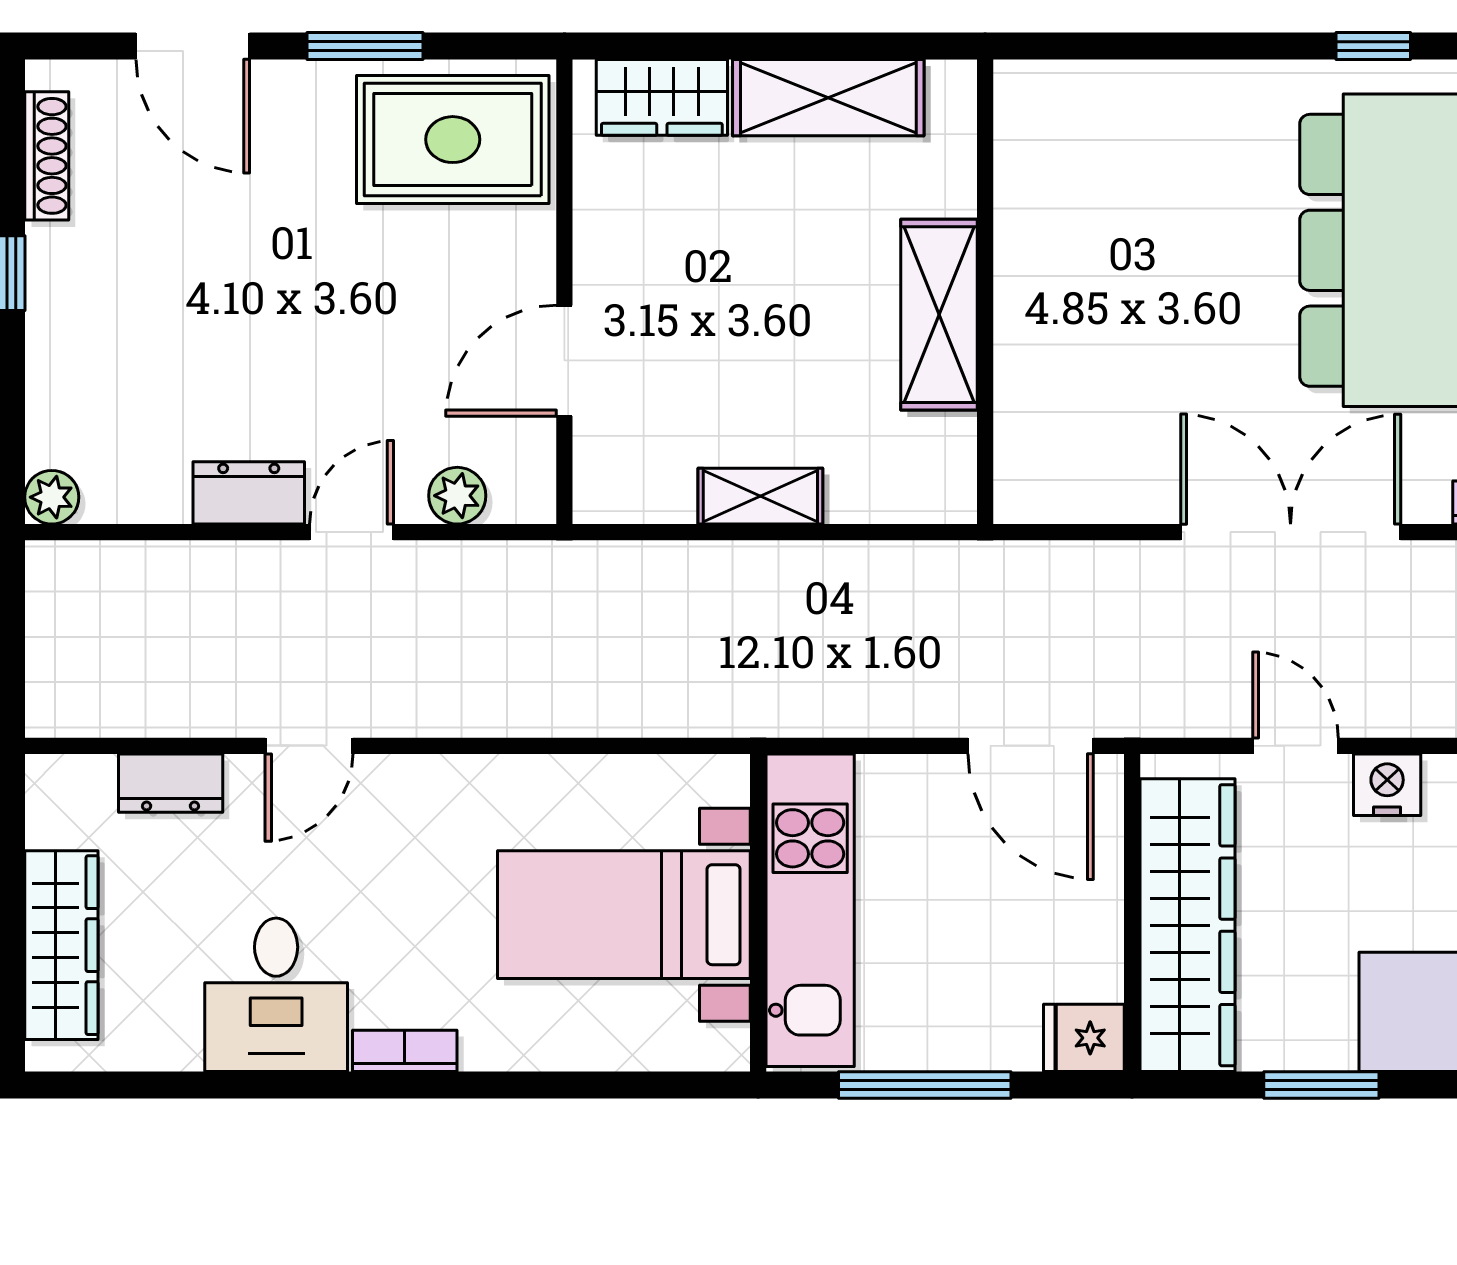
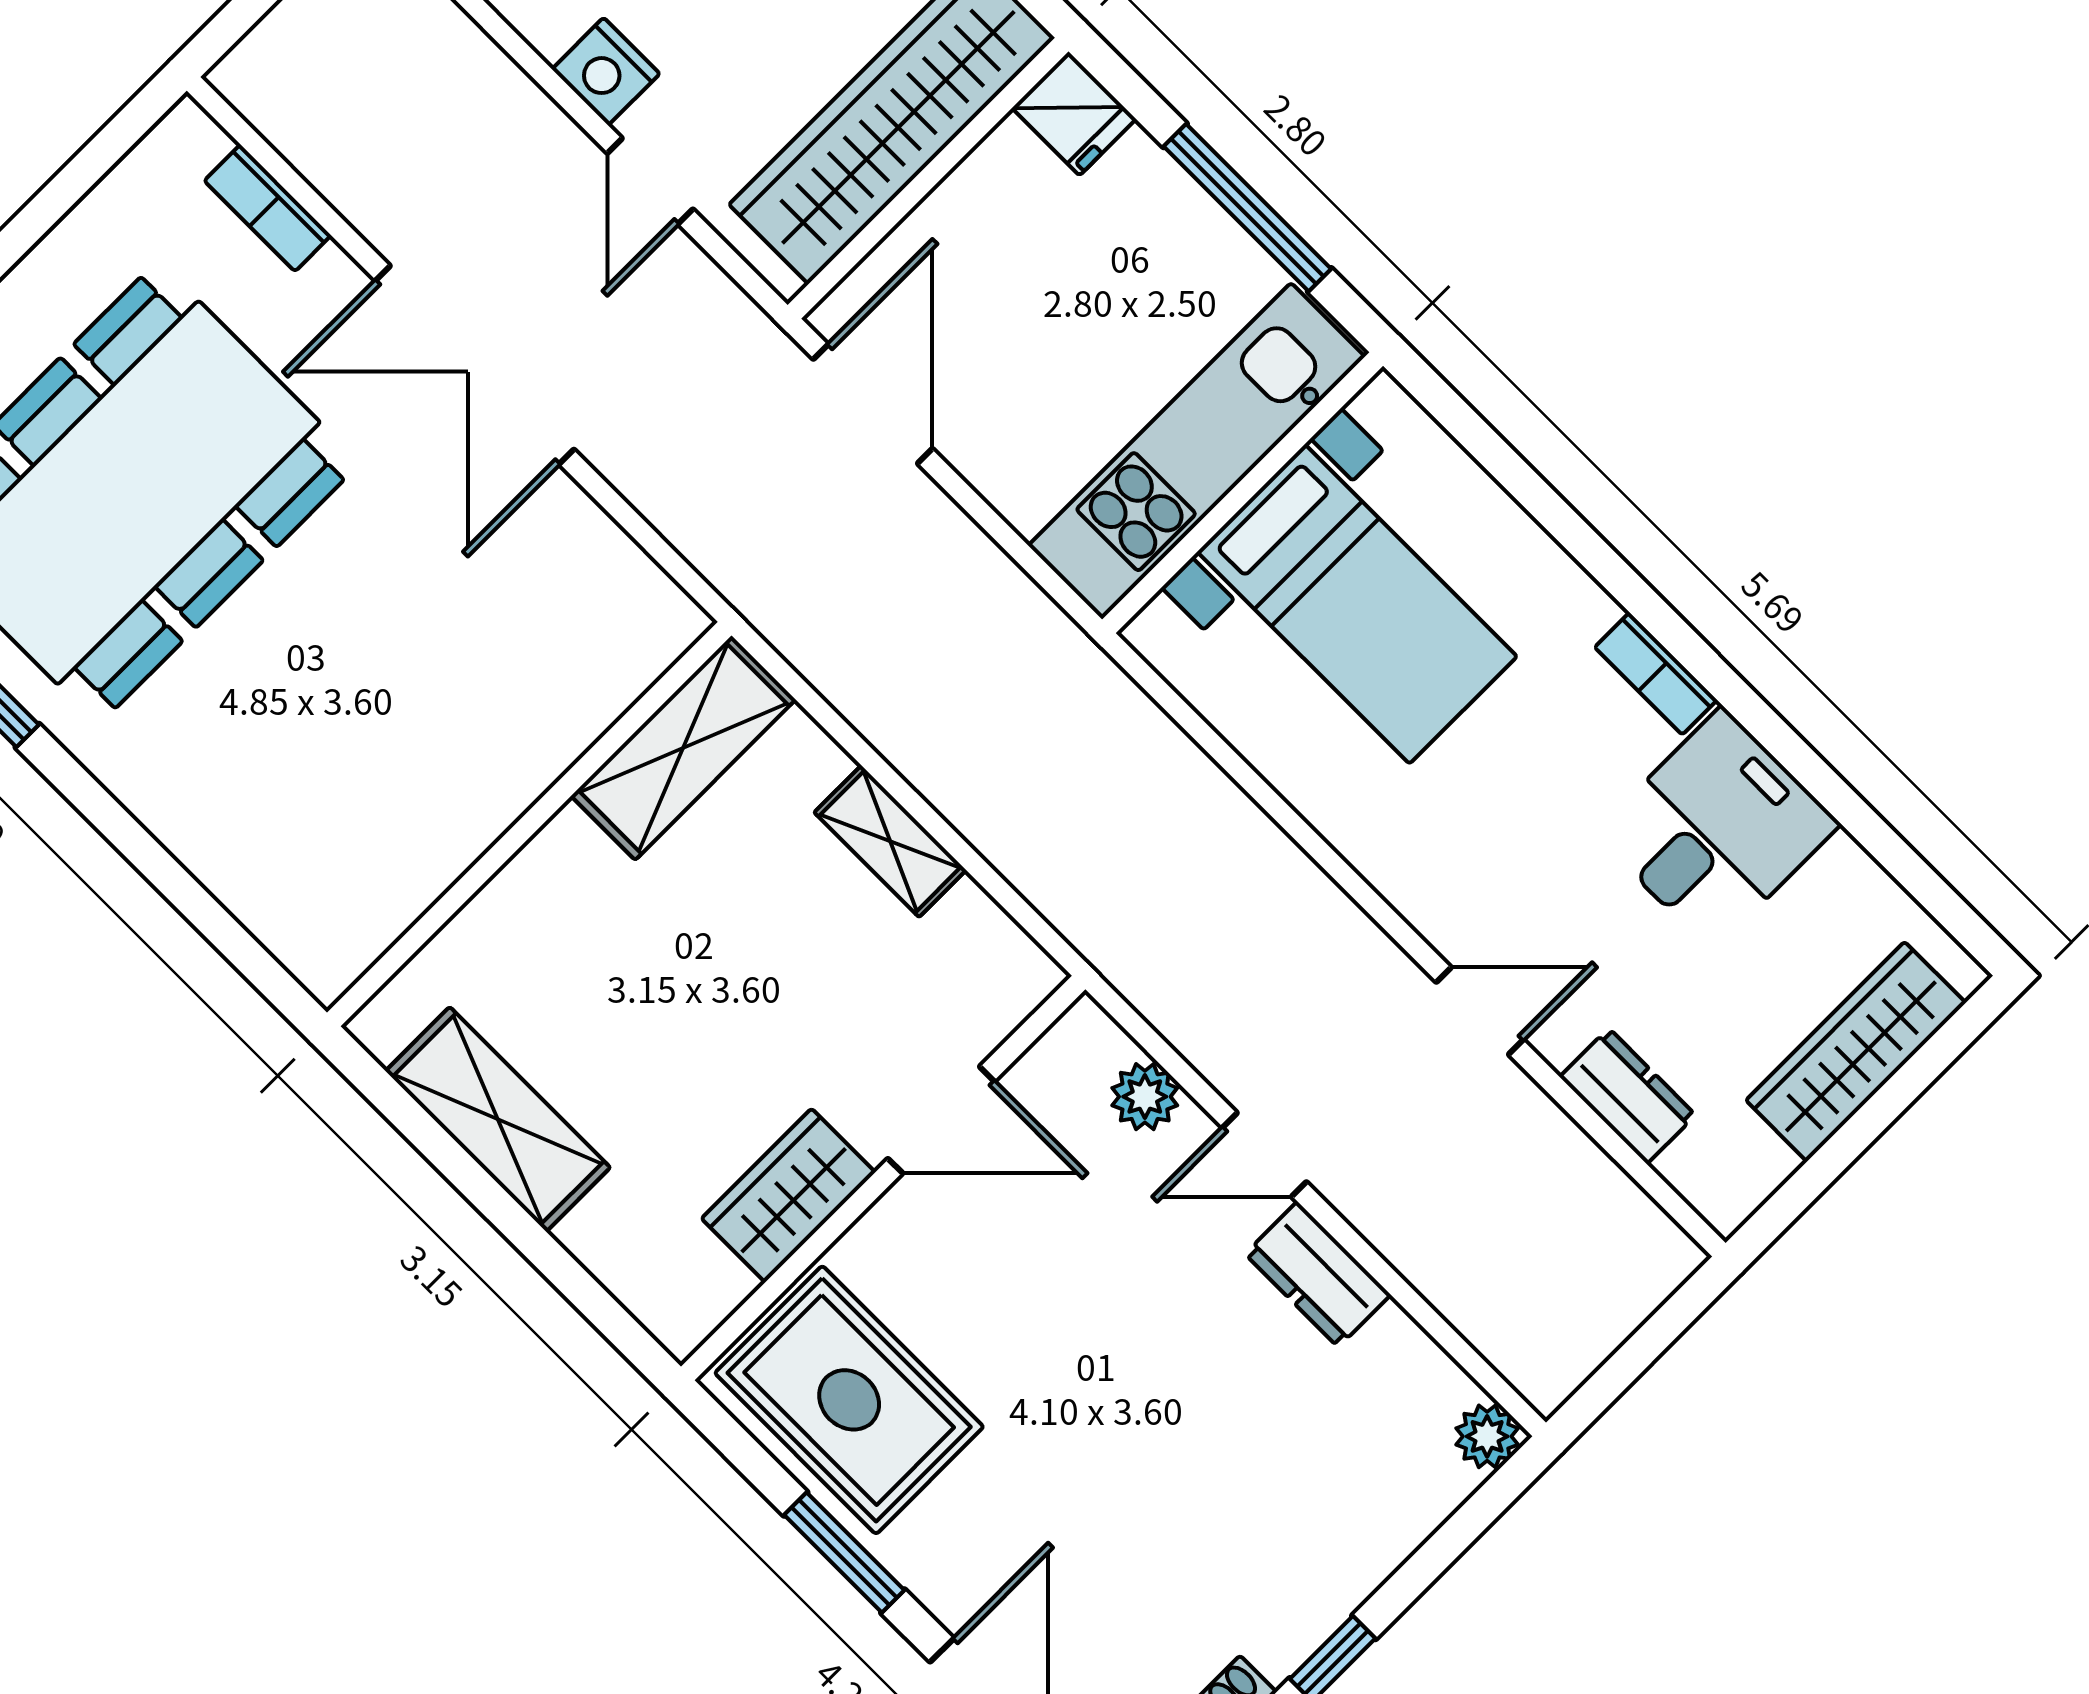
wardrobe: (662, 97) -> (788, 1195), moved, turned -90
shelving: (939, 315) -> (683, 748), moved

